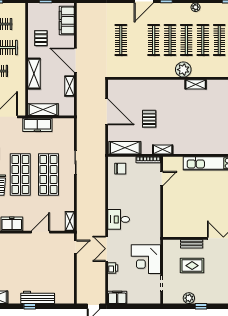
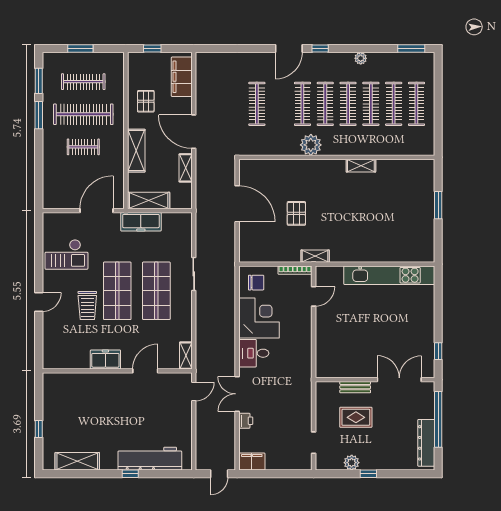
plant: (183, 70) -> (311, 145), moved
shelving: (125, 148) -> (262, 254), removed
corner desk: (146, 259) -> (259, 318), moved, turned 180
workbench: (38, 297) -> (150, 459), width x1.36, depth x1.32

